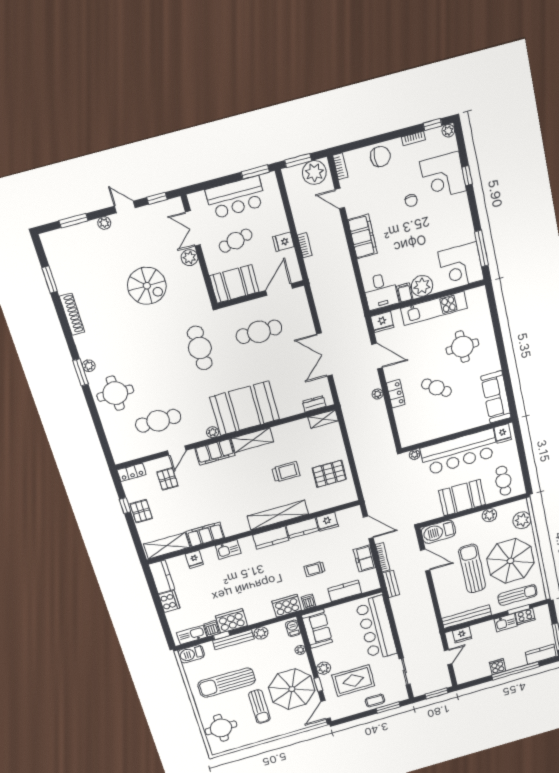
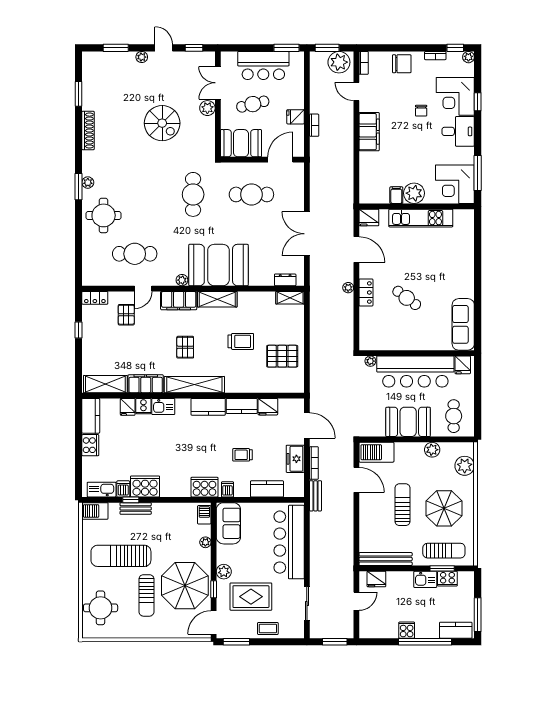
desk: (381, 291) -> (458, 131), moved, turned -90
round table: (462, 347) -> (440, 264), removed
pallet: (141, 511) -> (185, 347), moved
shelving: (278, 515) -> (194, 385), moved
cooker: (209, 554) -> (143, 406), added
parasol: (510, 561) -> (444, 508), width x0.73, depth x0.73
sun lounger: (472, 569) -> (403, 505), width x0.73, depth x0.75
plant: (261, 633) -> (171, 510), removed
bench: (233, 640) -> (136, 508), width x0.73
window: (388, 708) -> (236, 642), moved

